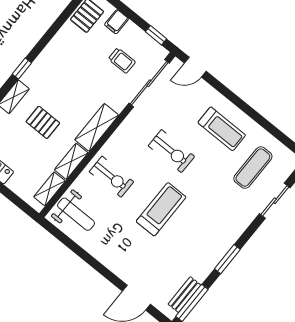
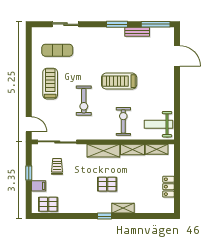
window: (156, 35) -> (29, 173), moved
pallet: (43, 122) -> (107, 184), moved, turned 90
exercise bike: (171, 151) -> (84, 101), turned 180
weight bench: (76, 214) -> (159, 124), turned -90
bench: (184, 295) -> (137, 32), moved

